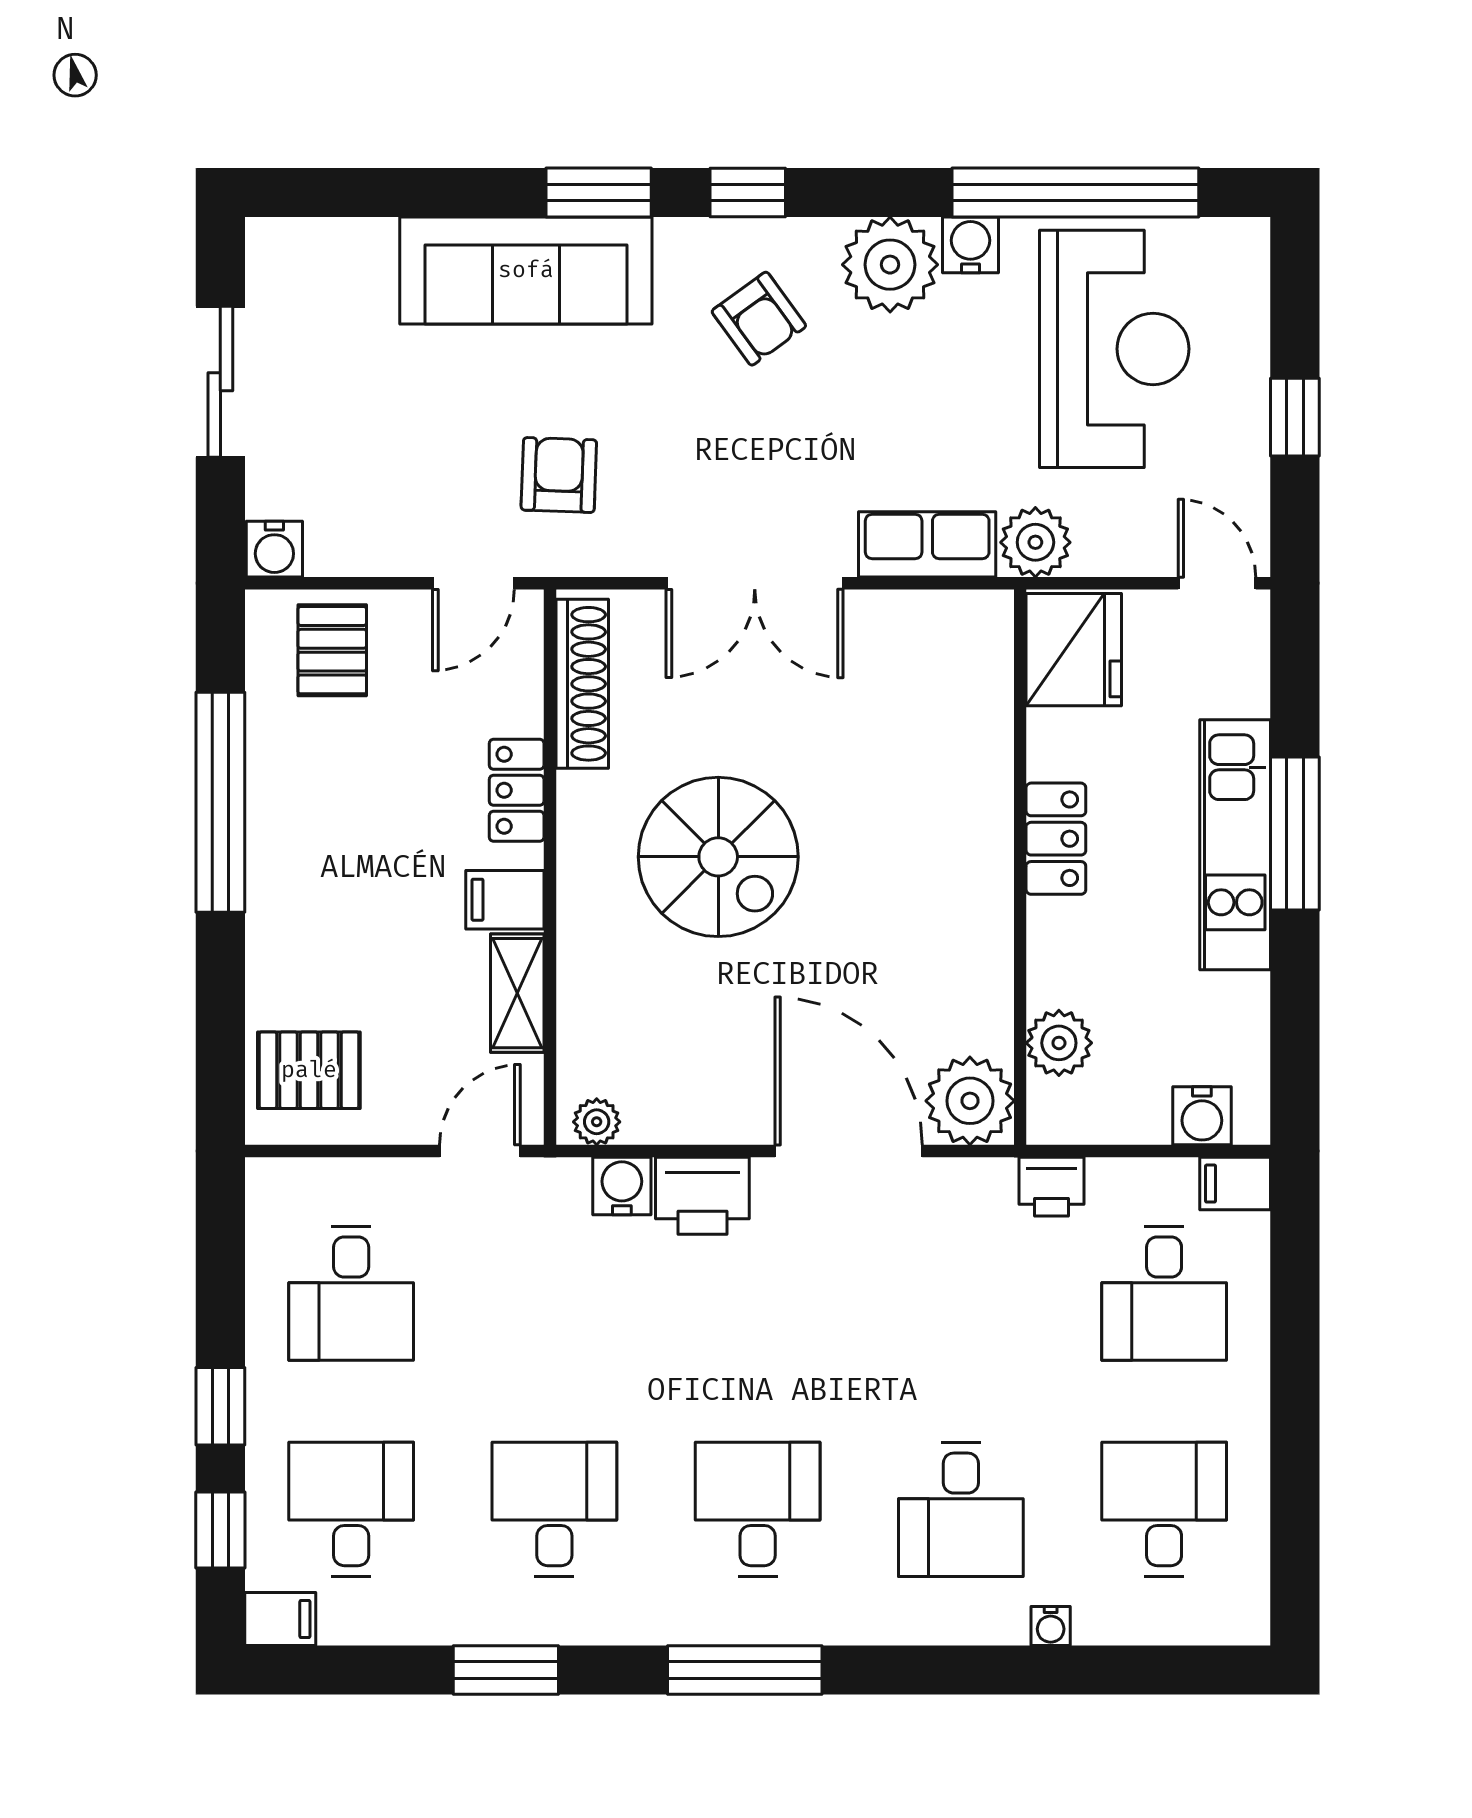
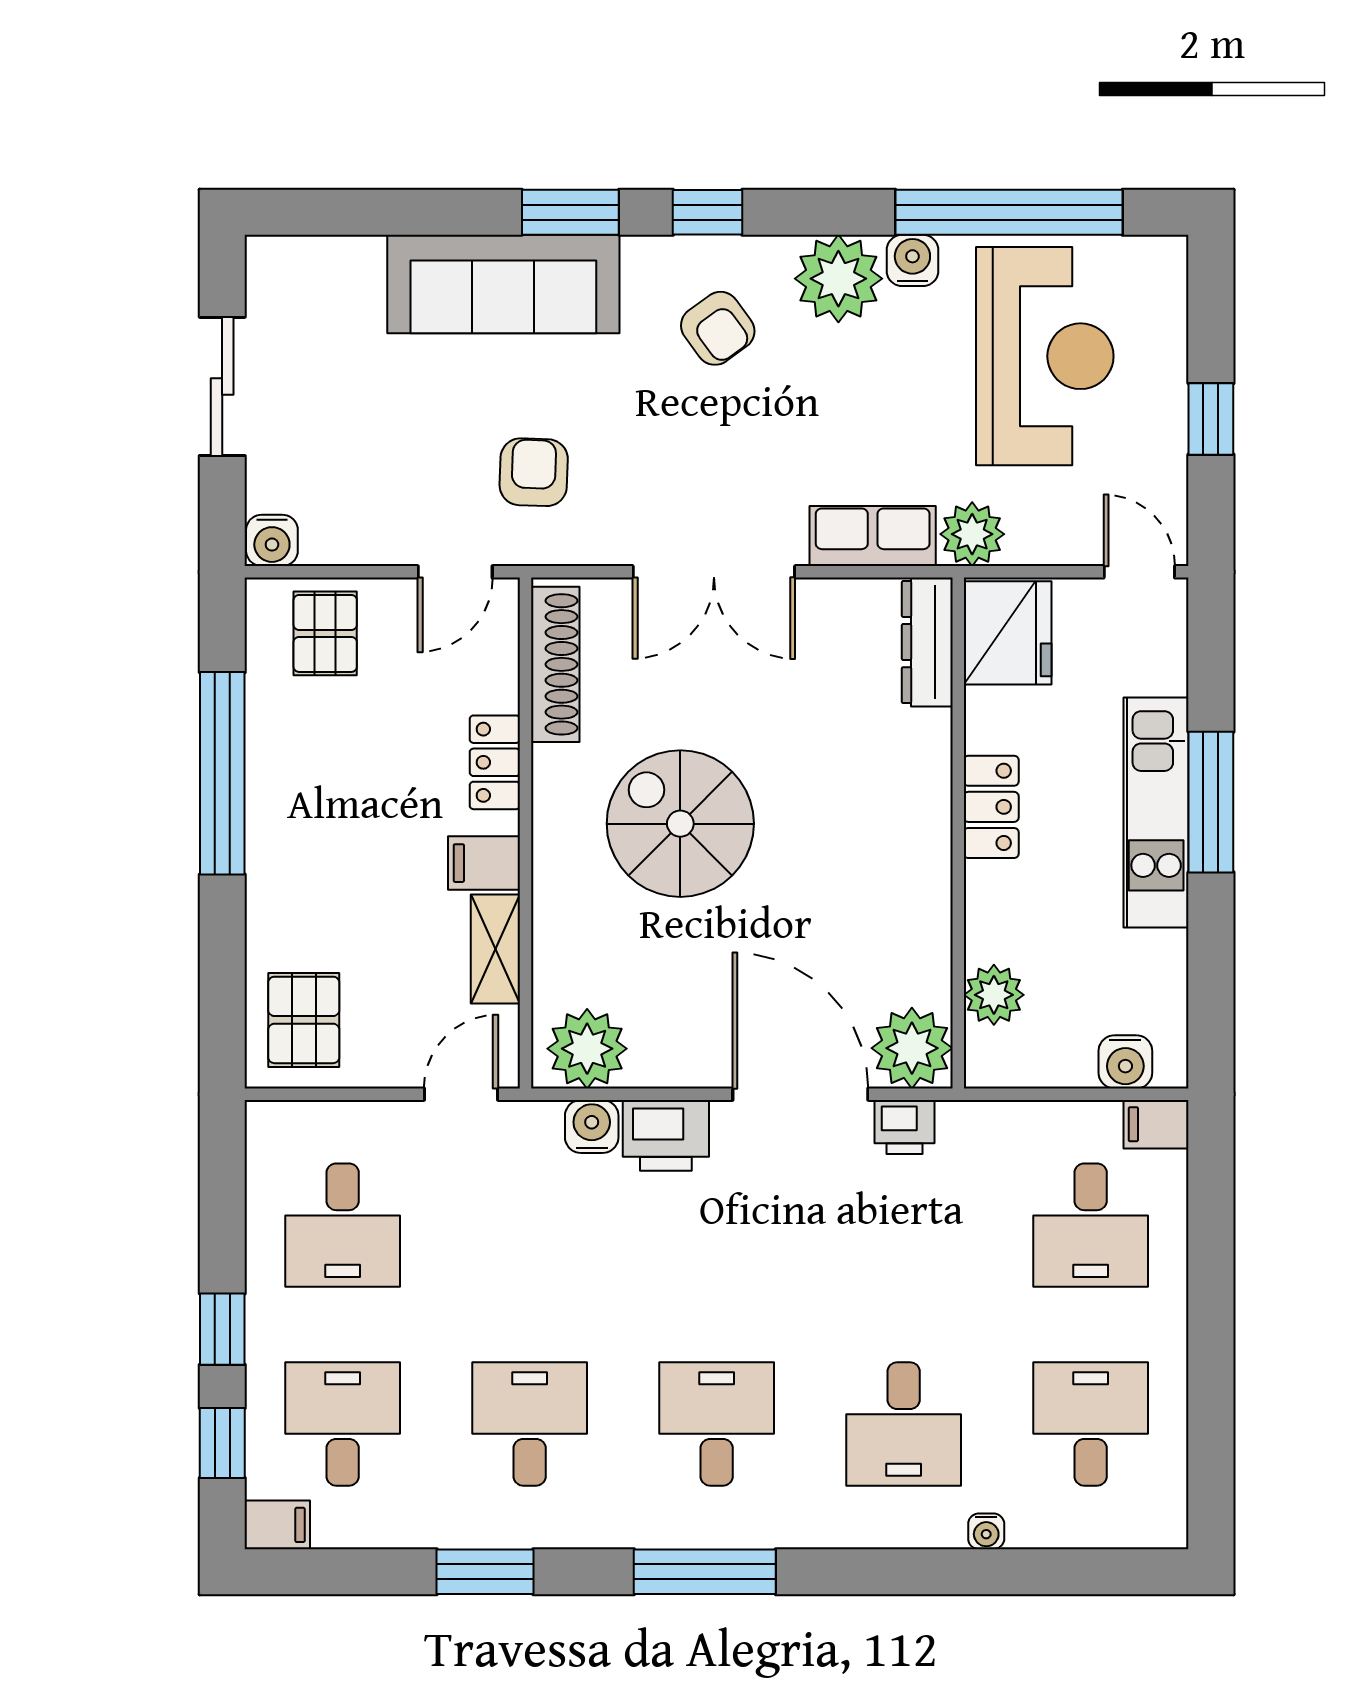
dresser: (987, 660) -> (927, 642), added
spiral stairs: (718, 857) -> (680, 824), turned 180
pallet: (309, 1070) -> (304, 1020), turned 90
plant: (597, 1122) -> (587, 1049), width x1.87, depth x1.87
printer: (1051, 1187) -> (905, 1127), moved

